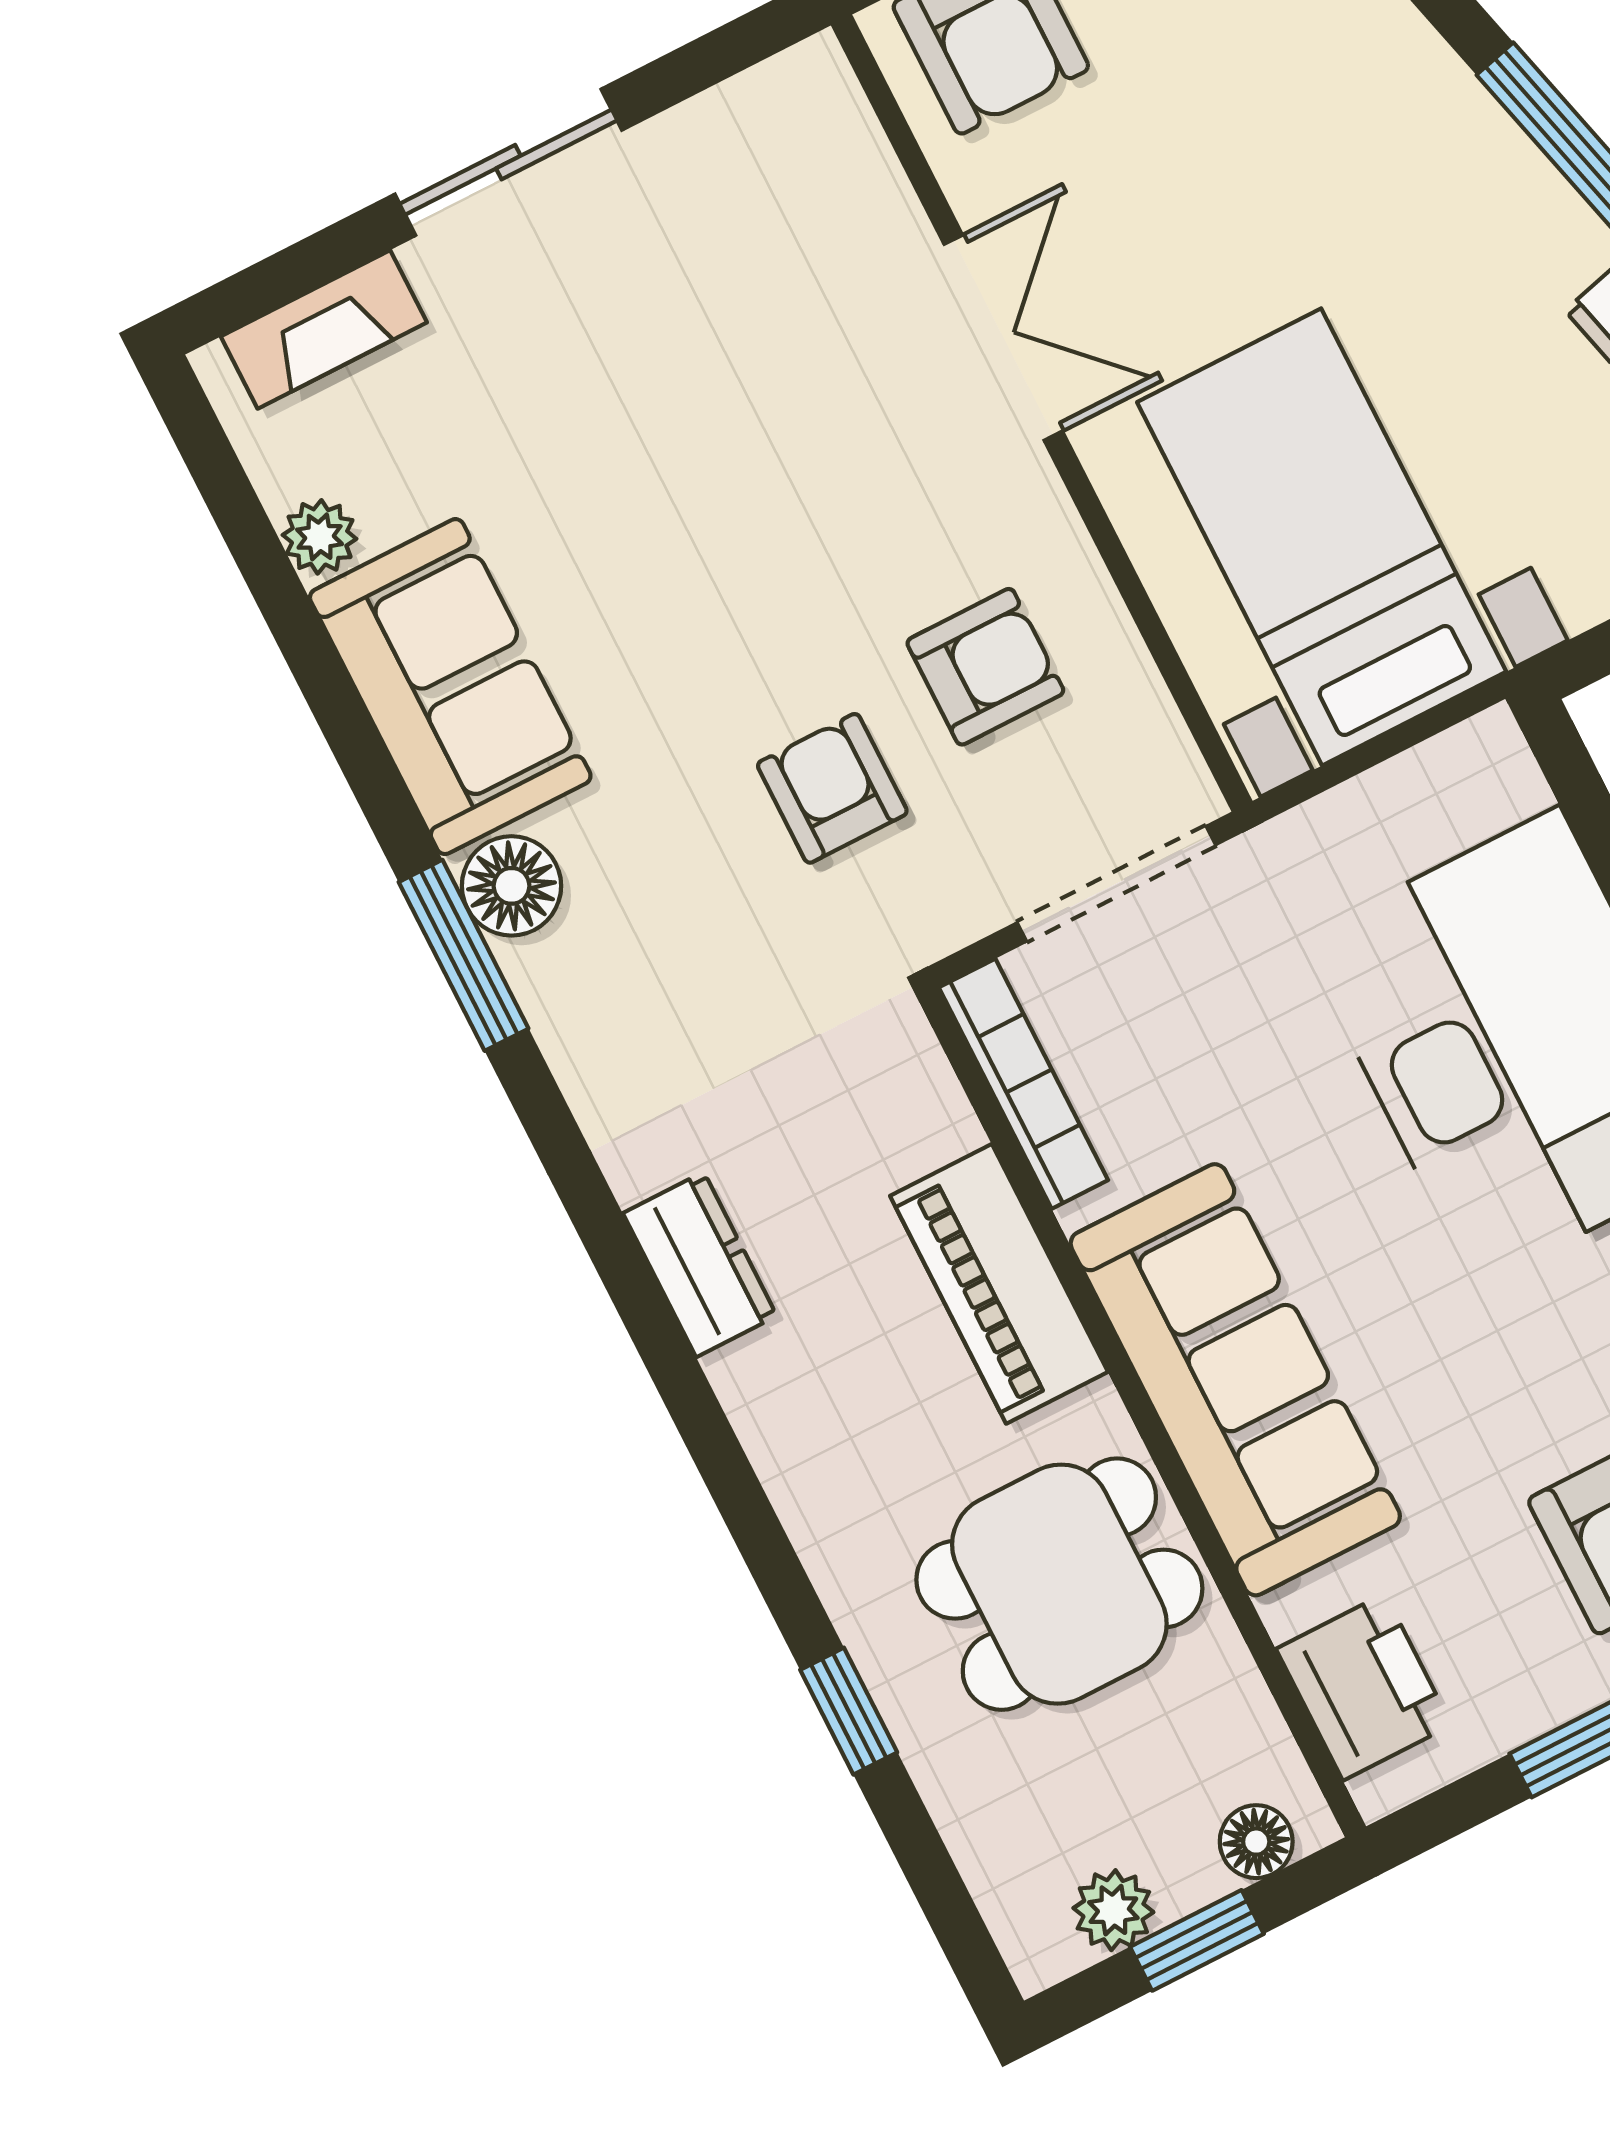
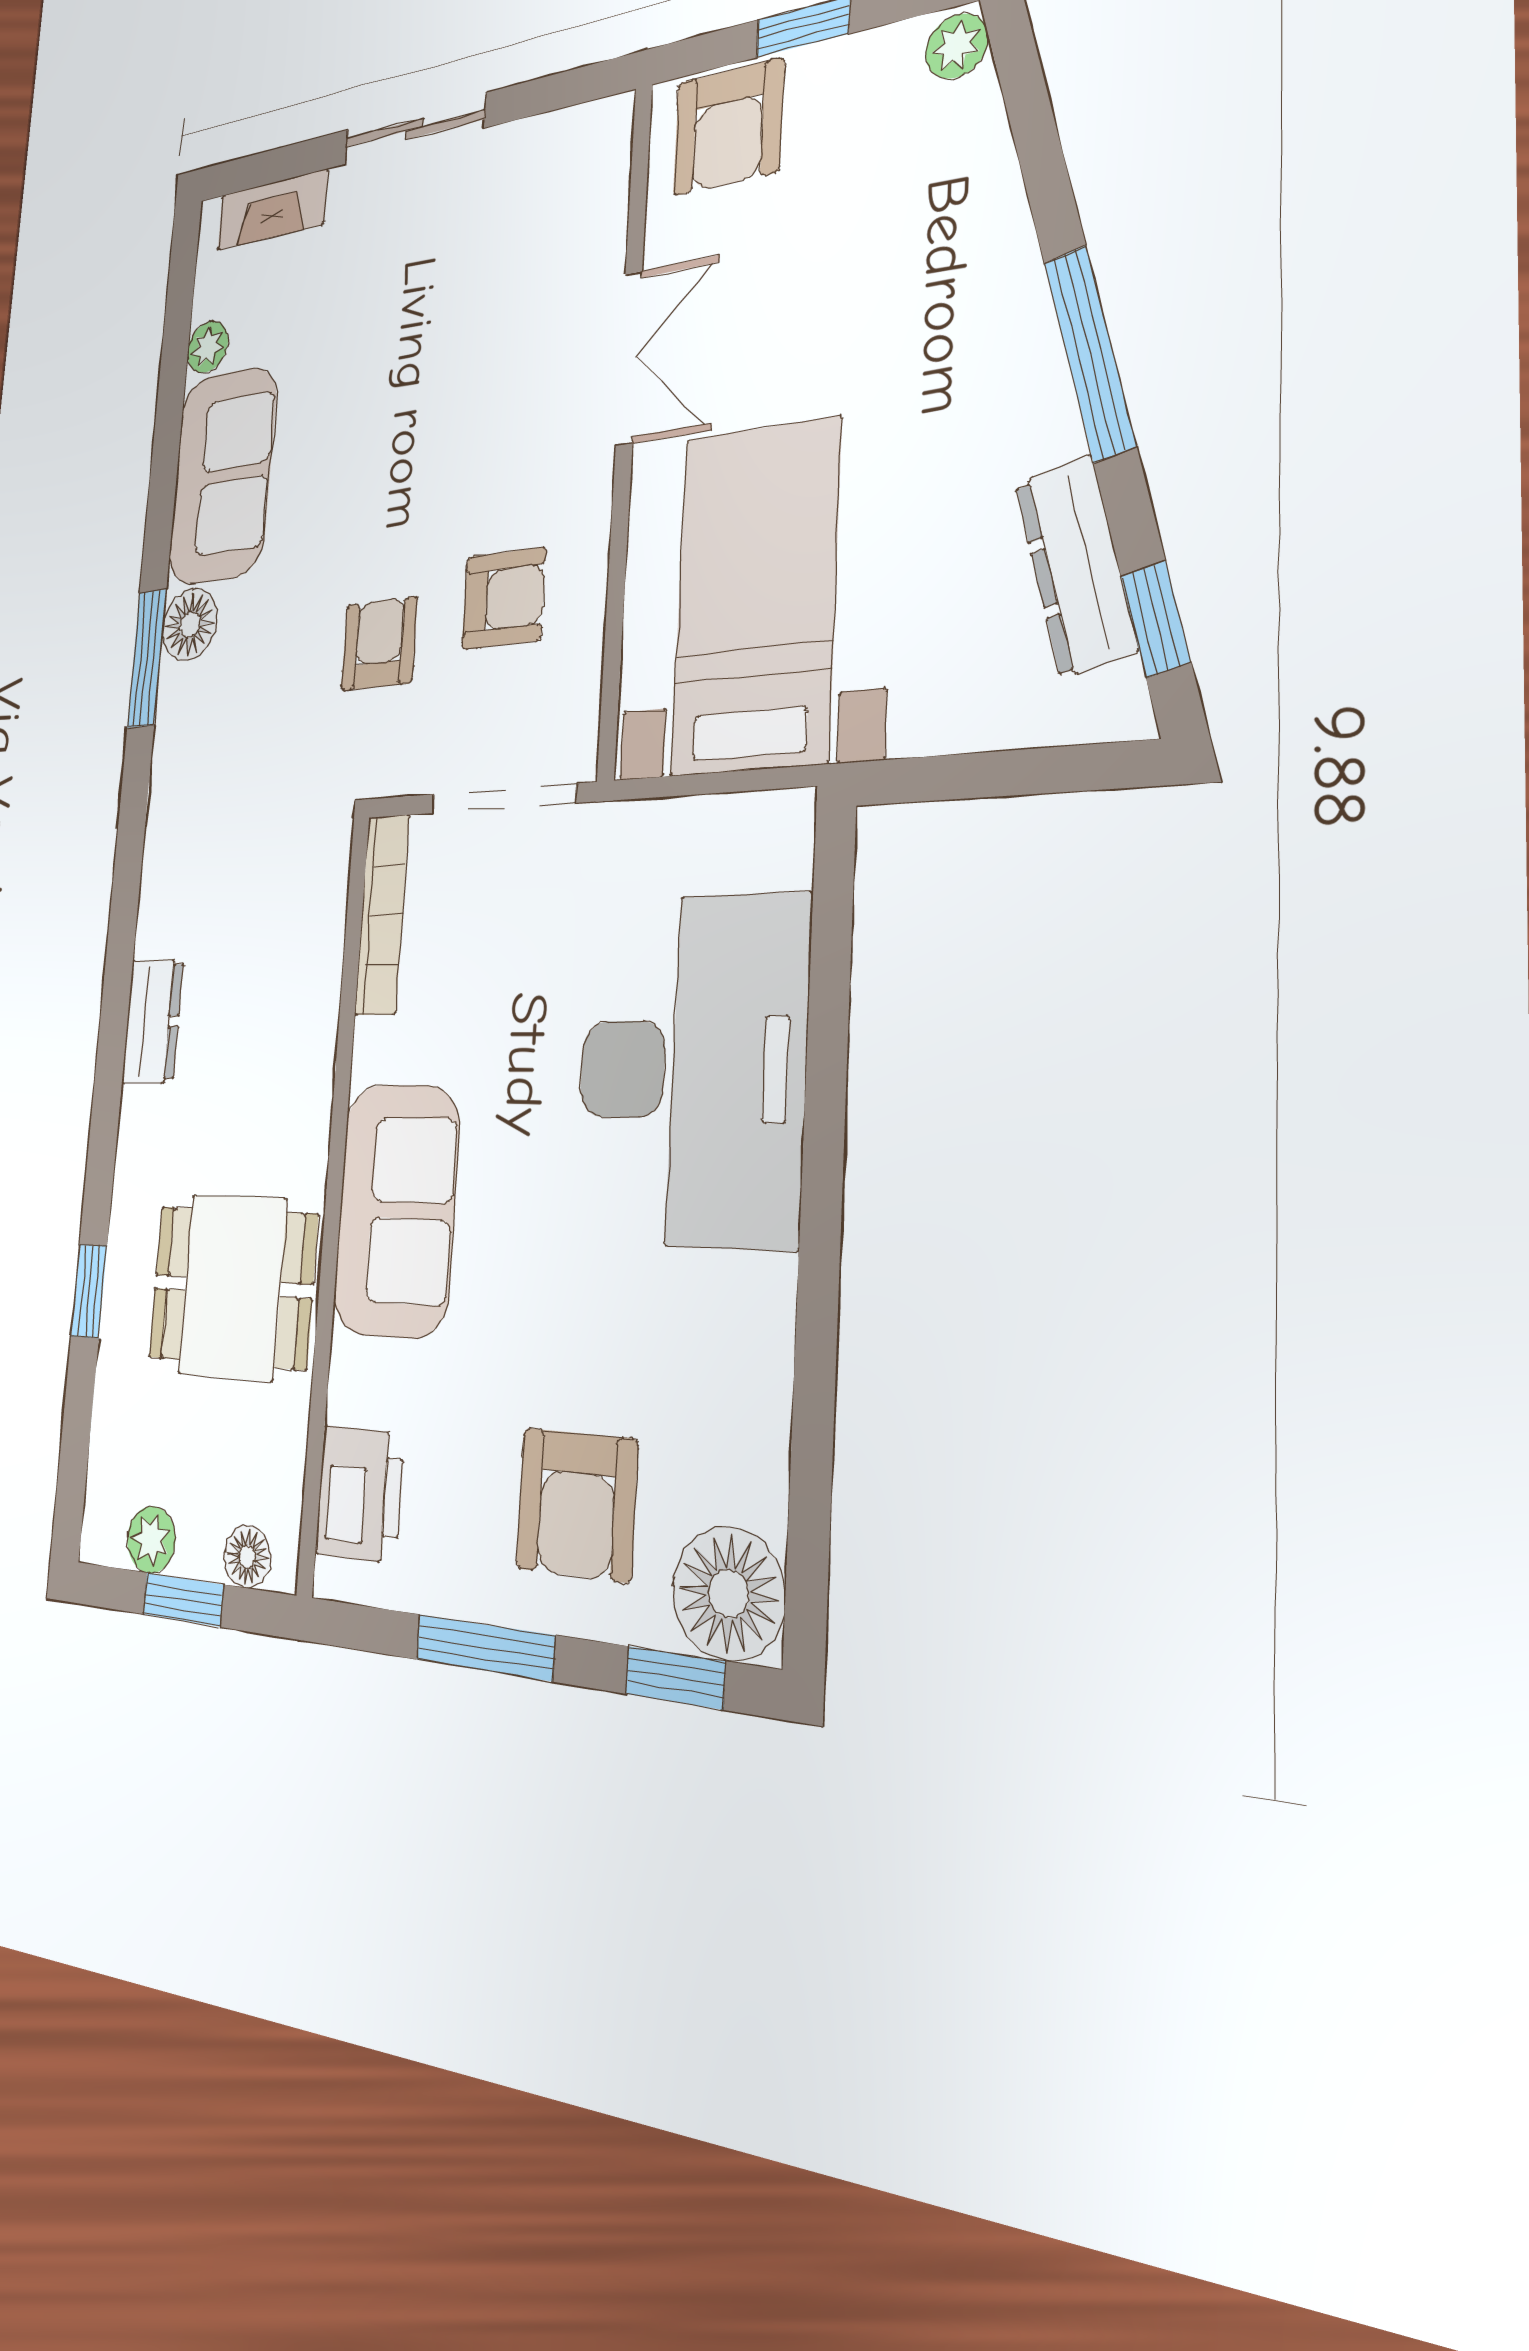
dresser: (700, 1265) -> (153, 1021), moved
piano: (999, 1284) -> (302, 1050), removed
sofa: (1235, 1380) -> (396, 1210), width x0.73

